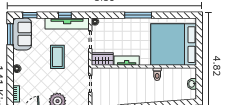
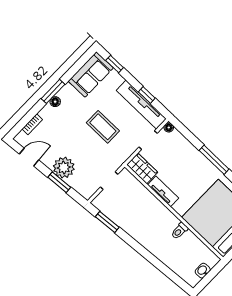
window: (10, 34) -> (53, 91), moved
coffee table: (57, 57) -> (103, 127), turned 90

